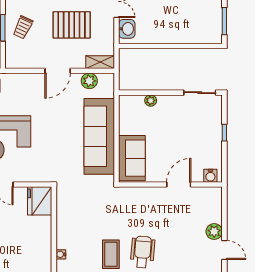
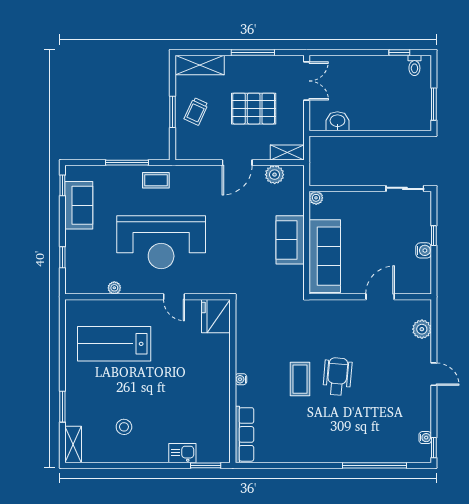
washbasin: (127, 29) -> (337, 121), moved, turned -90
plant: (151, 101) -> (316, 198), moved
sofa: (99, 136) -> (290, 240), width x0.54, depth x0.79
sofa: (132, 158) -> (325, 256), width x1.36
water cooler: (210, 176) -> (424, 250), moved, turned -90
plant: (214, 232) -> (422, 329), moved

